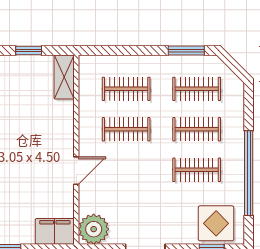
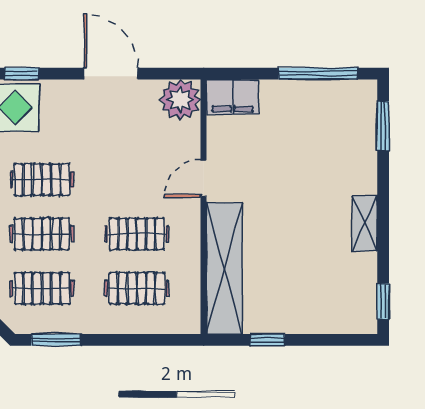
shelving: (64, 77) -> (224, 268), width x2.20, depth x1.33

